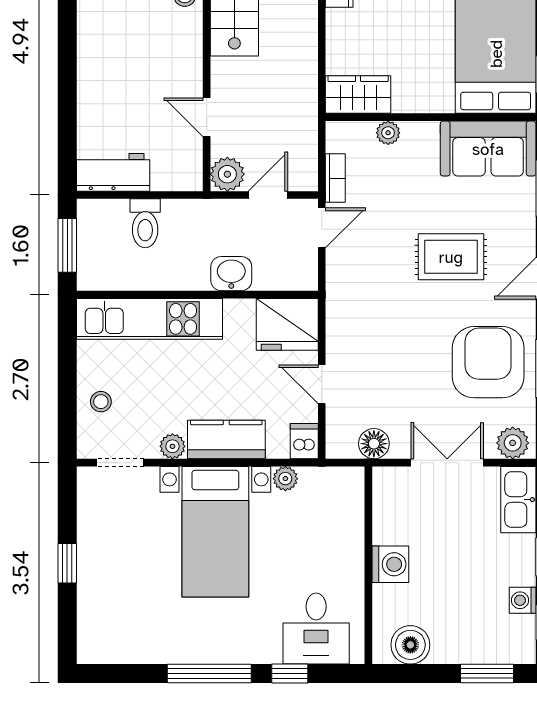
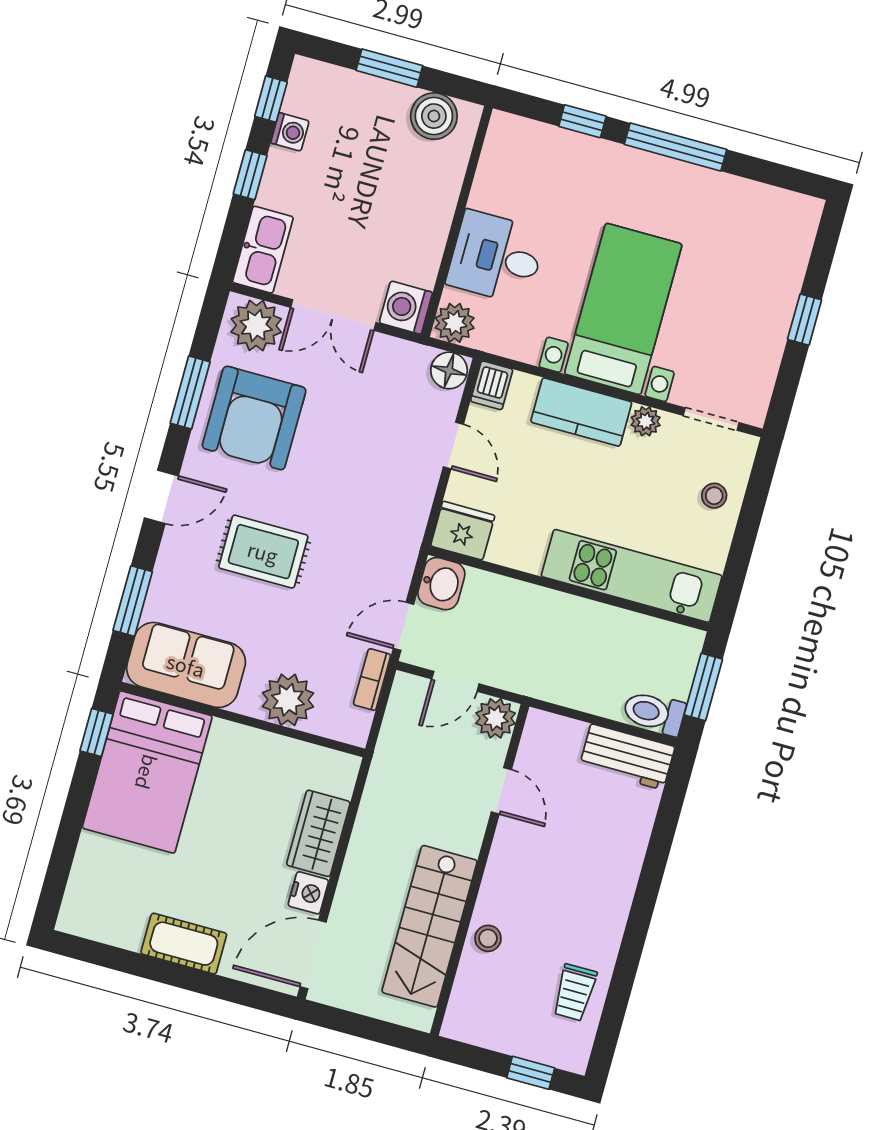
wardrobe: (358, 95) -> (318, 833), moved, turned 90
plant: (388, 133) -> (288, 700), width x1.87, depth x1.87
toilet: (145, 223) -> (654, 713), moved, turned -90
washbasin: (231, 274) -> (441, 584), moved, turned -90
fridge: (287, 324) -> (463, 531), width x0.73, depth x0.75
plant: (513, 443) -> (256, 326), width x1.36, depth x1.36
floor lamp: (374, 444) -> (449, 370), moved
plant: (285, 479) -> (455, 323), moved, width x1.38, depth x1.38
washing machine: (390, 564) -> (406, 308), moved
desk: (316, 629) -> (496, 257), moved, turned -90
window: (487, 674) -> (389, 68), moved

